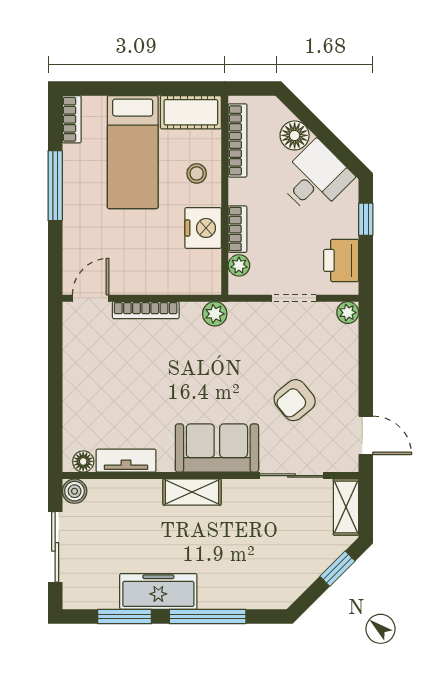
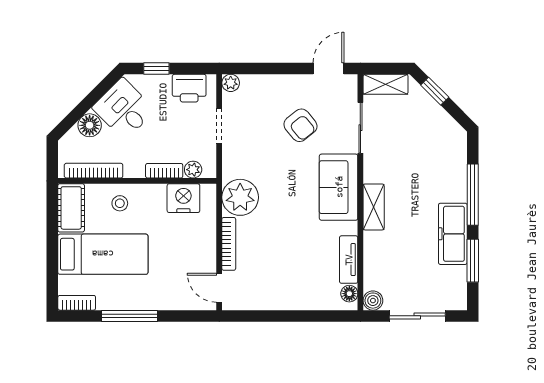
nightstand: (203, 228) -> (183, 198), moved
plant: (215, 314) -> (240, 197), width x1.88, depth x1.88

